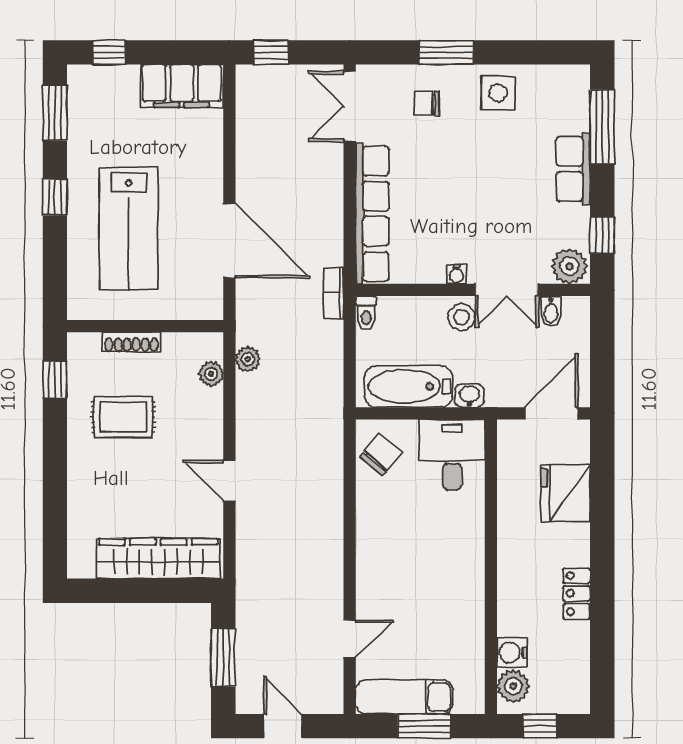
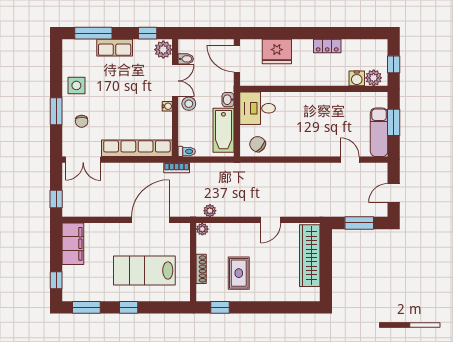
lab bench: (129, 229) -> (144, 270), turned 180
plant: (211, 374) -> (202, 229), moved

